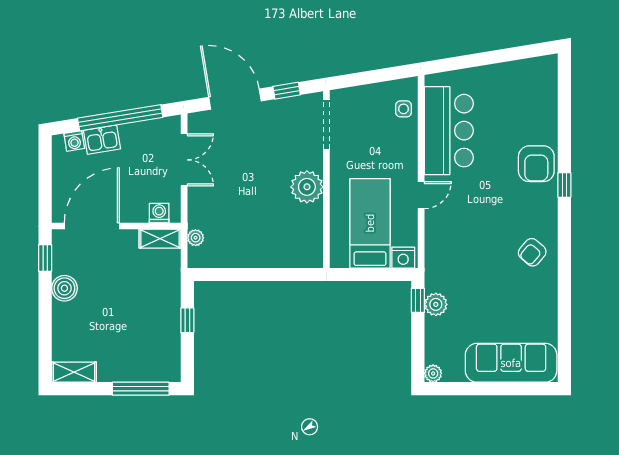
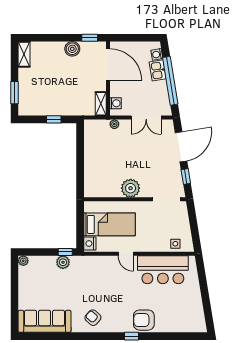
plant: (196, 238) -> (114, 124), moved
sofa: (511, 363) -> (45, 321), moved, turned -90
window: (141, 389) -> (15, 93), width x0.69

